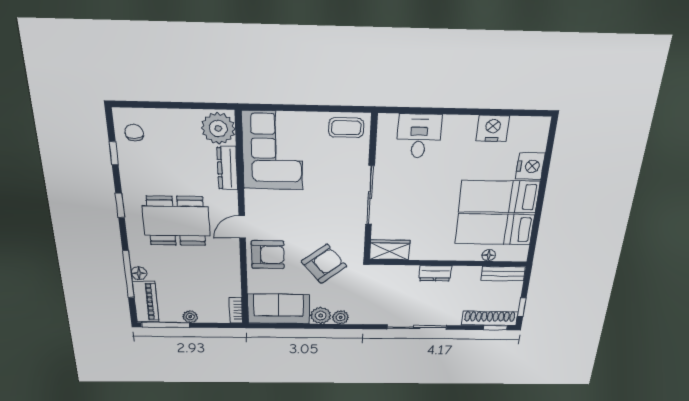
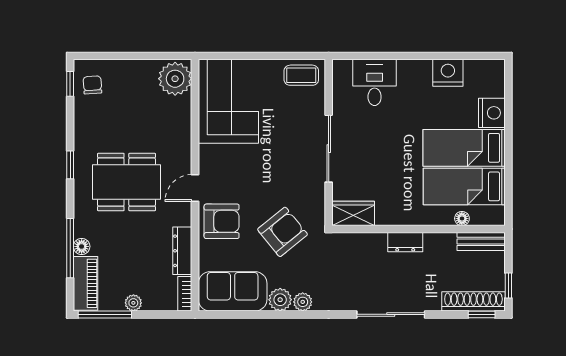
window: (114, 153) -> (70, 84), moved
dresser: (227, 168) -> (182, 251), moved

